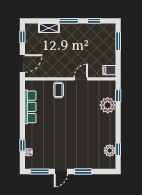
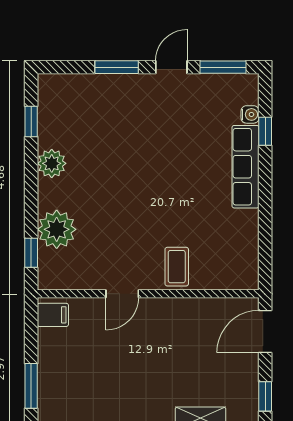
row of seats: (30, 107) -> (245, 167), moved
plant: (110, 151) -> (52, 163), moved

